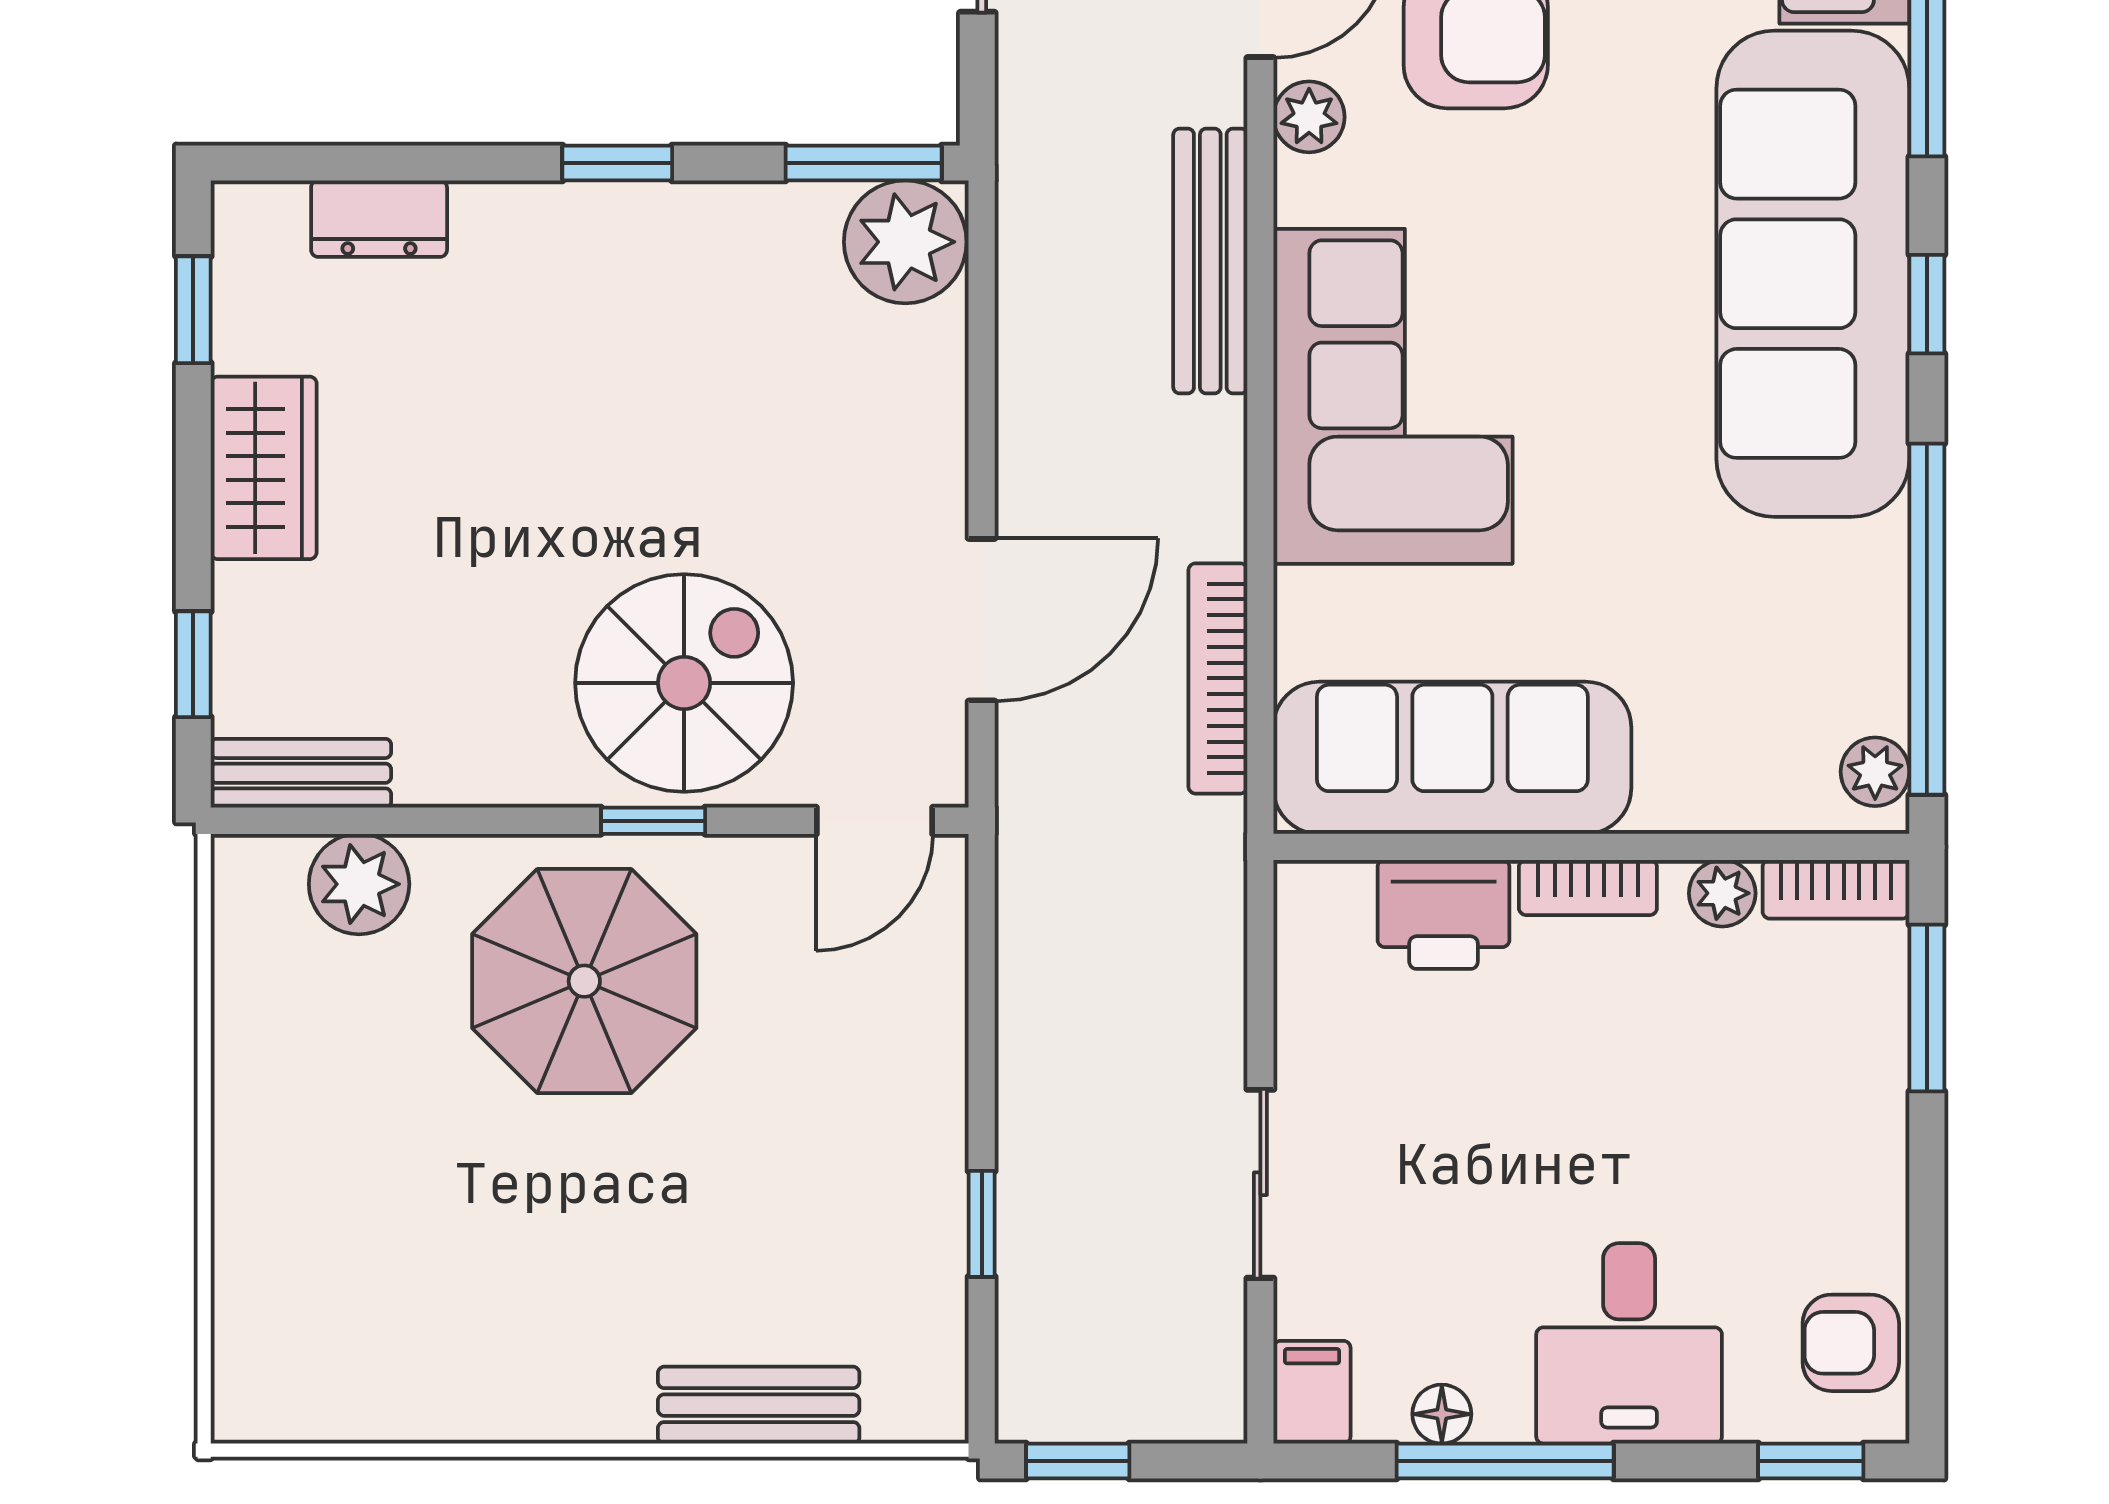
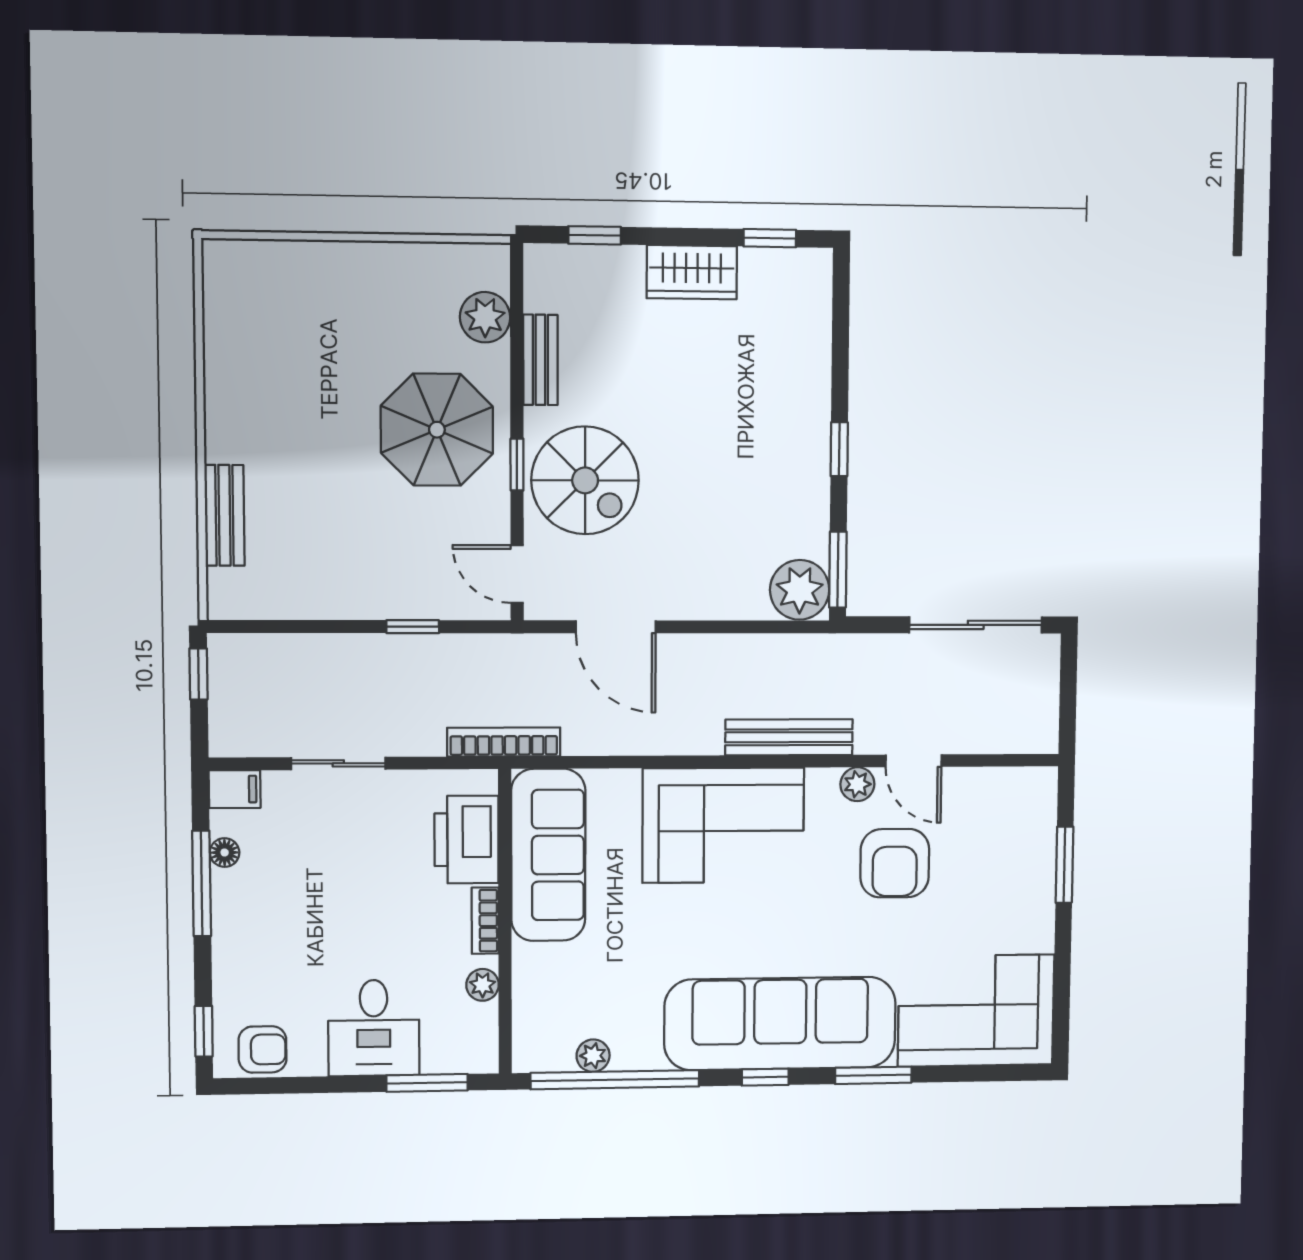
dresser: (379, 219) -> (813, 331), removed
bookcase: (1218, 678) -> (504, 742), moved
plant: (1875, 772) -> (593, 1056), moved
bench: (301, 773) -> (540, 360), moved
bookcase: (1836, 889) -> (485, 1039), removed
printer: (1444, 914) -> (467, 840), width x1.37, depth x1.19
window: (982, 1224) -> (413, 627), moved
desk: (1629, 1343) -> (374, 1028), moved, turned -90
armchair: (1851, 1343) -> (262, 1049), turned 90

